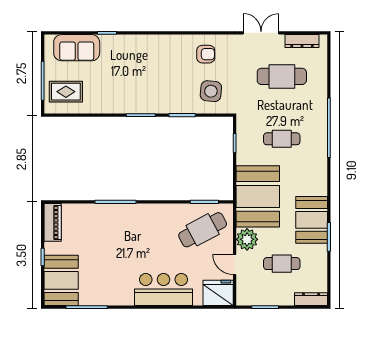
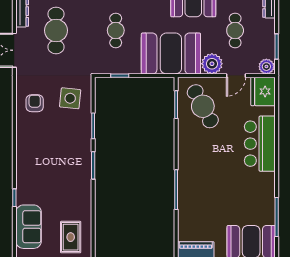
plant: (244, 296) -> (266, 67), added

